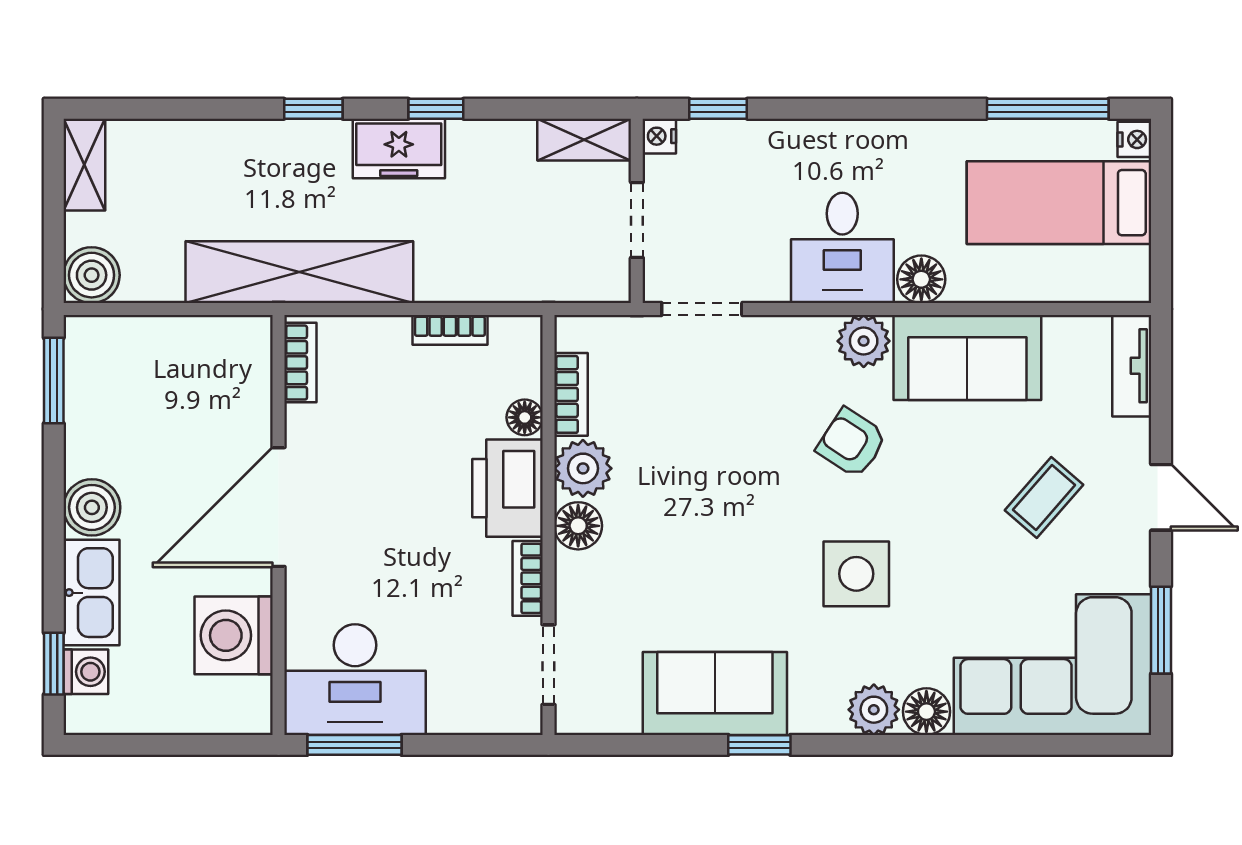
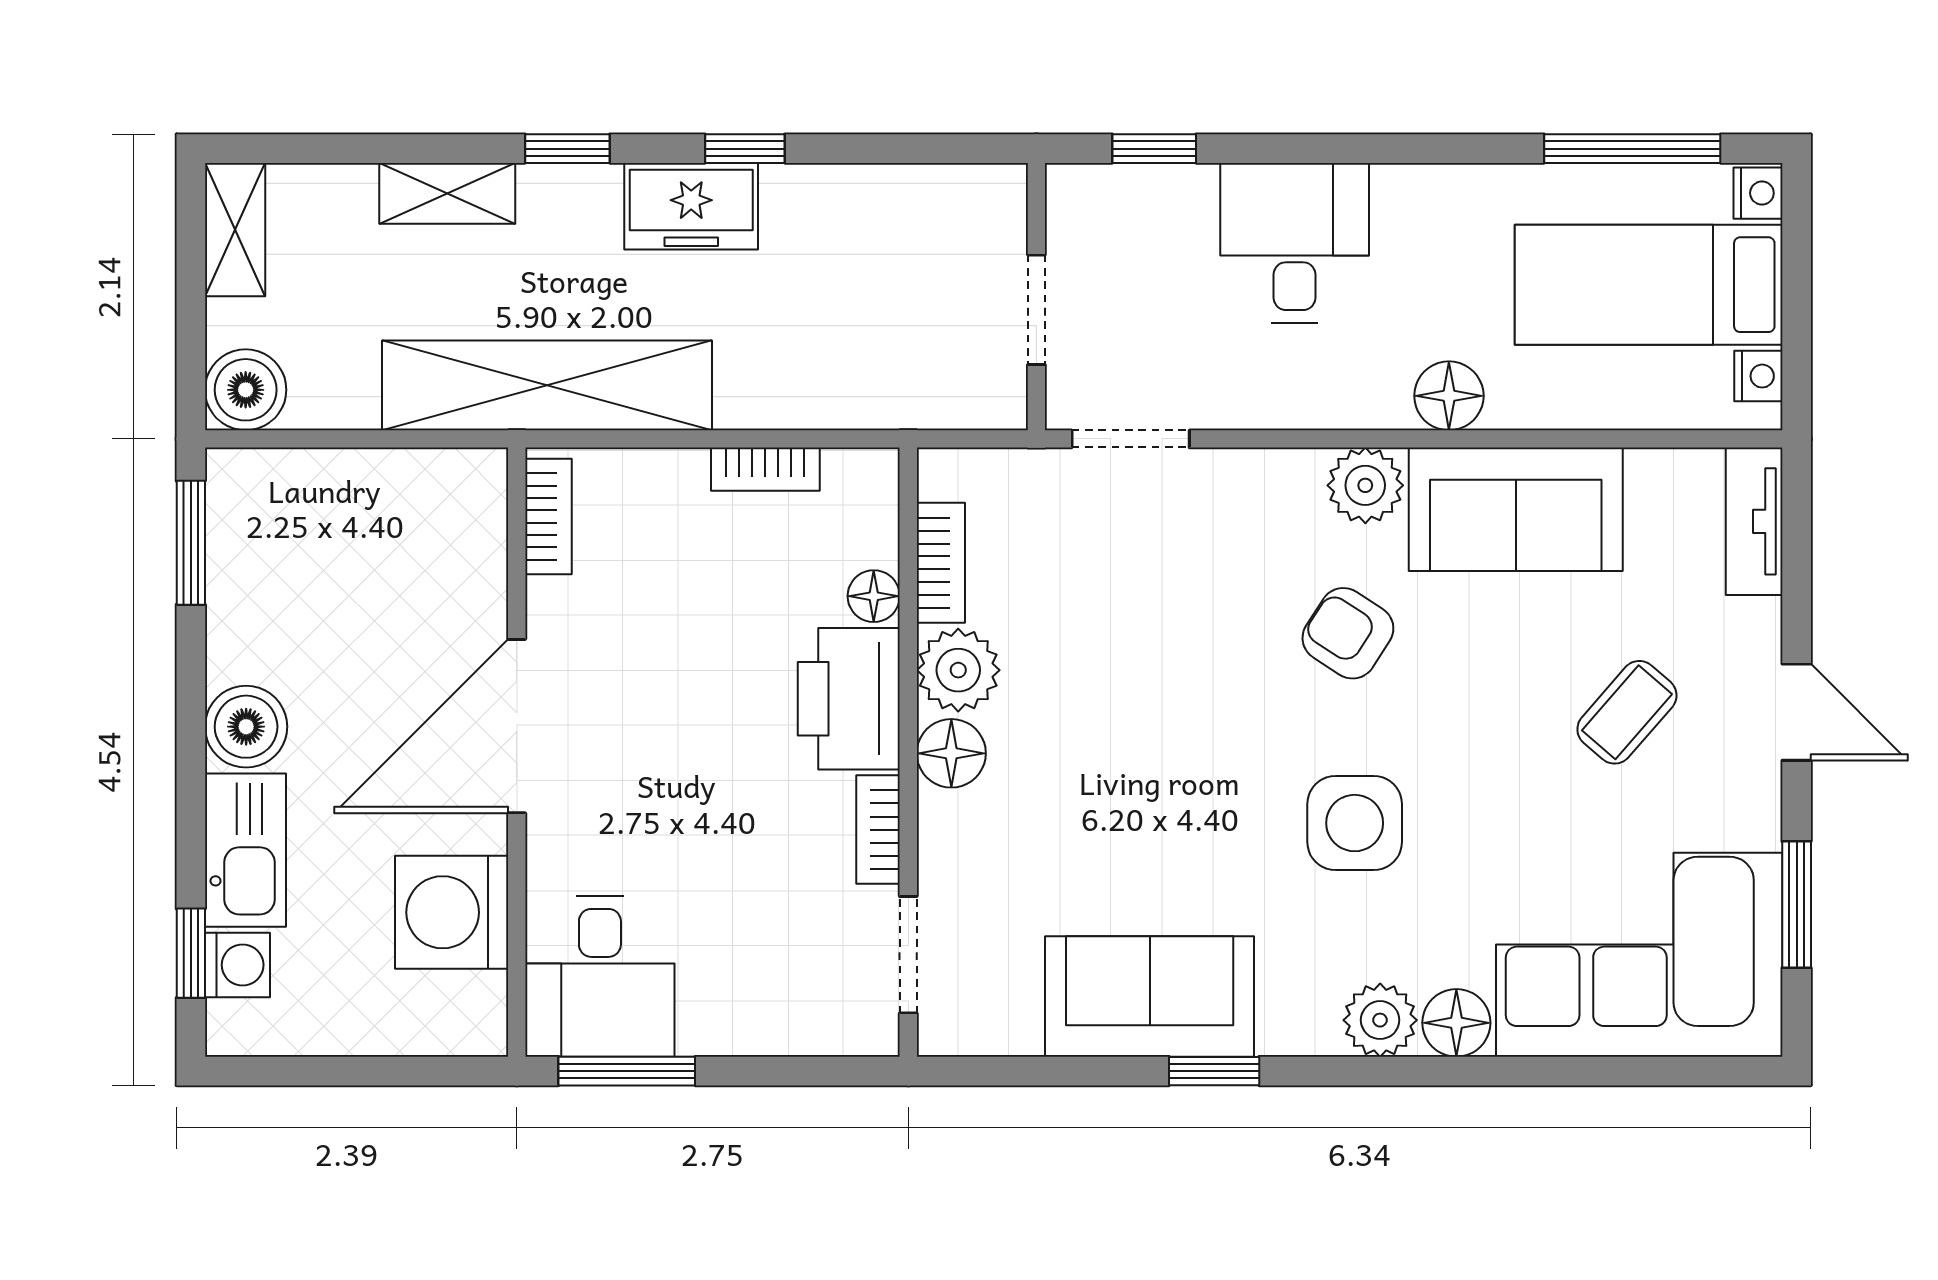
nightstand: (659, 136) -> (1758, 376), moved, turned 180
shelving: (584, 140) -> (447, 193), moved
desk: (842, 248) -> (1295, 243), moved, turned 180
desk: (355, 680) -> (600, 976), width x0.73

